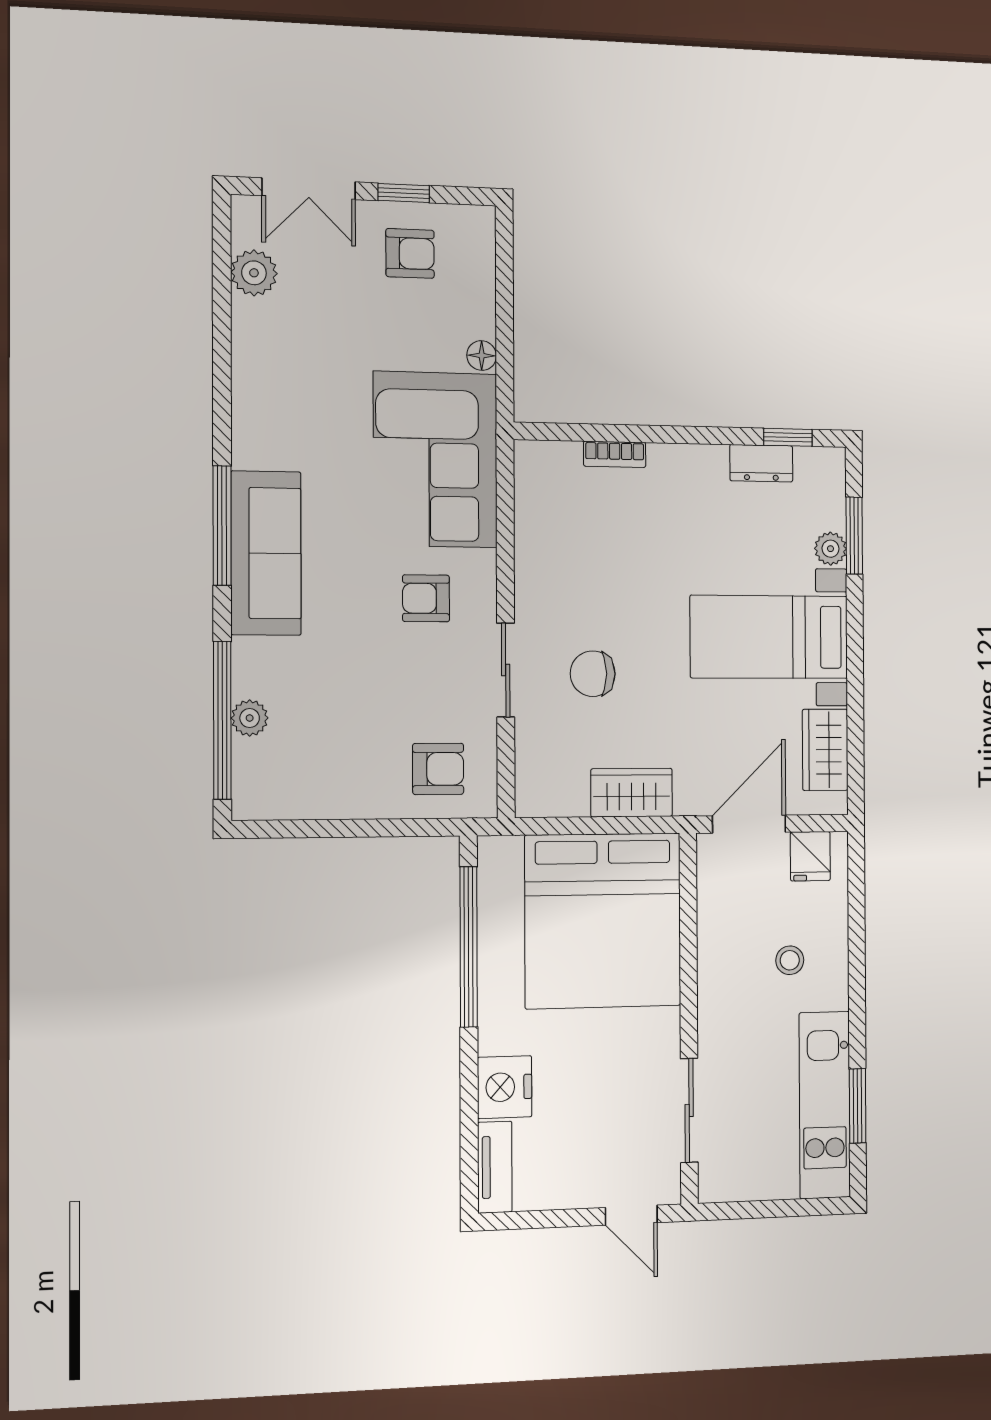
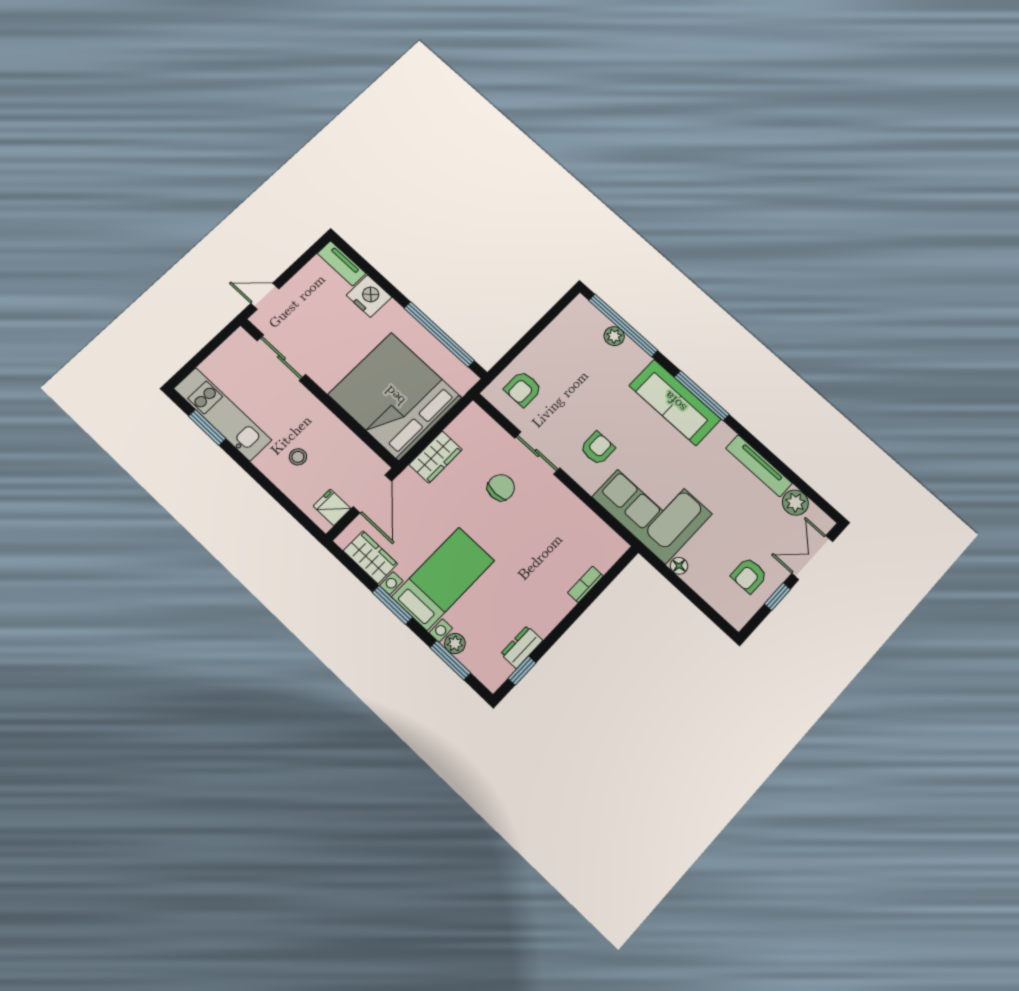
tv unit: (248, 364) -> (759, 466), added
window: (855, 668) -> (392, 605), added

